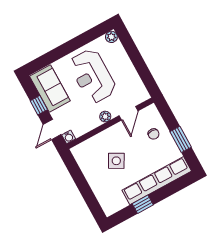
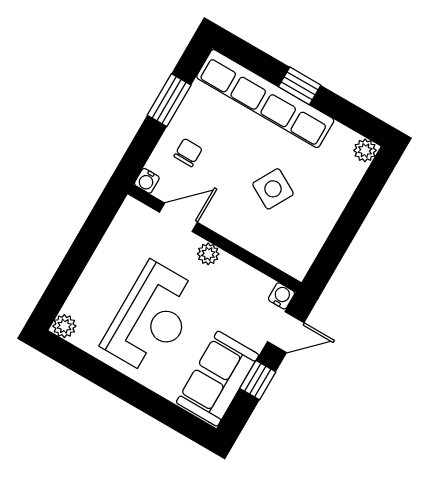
water cooler: (152, 109) -> (147, 181), added
window: (143, 204) -> (300, 86), moved
plant: (109, 210) -> (365, 150), added

